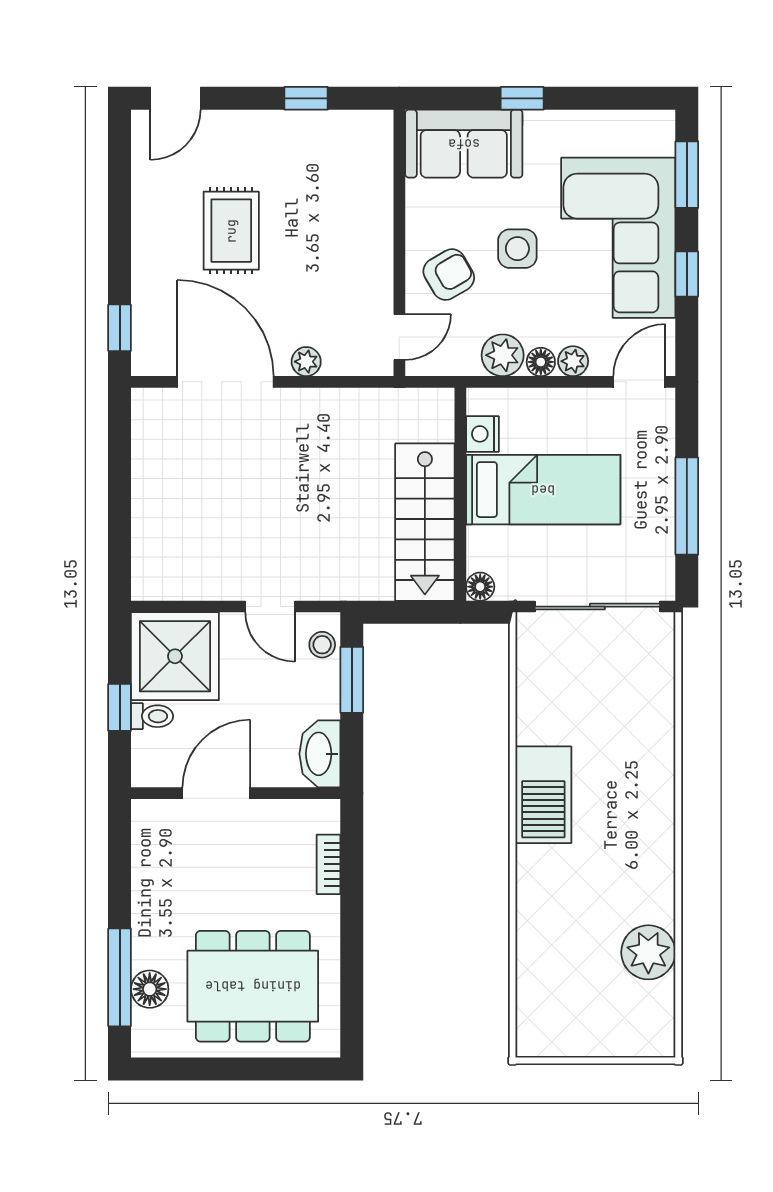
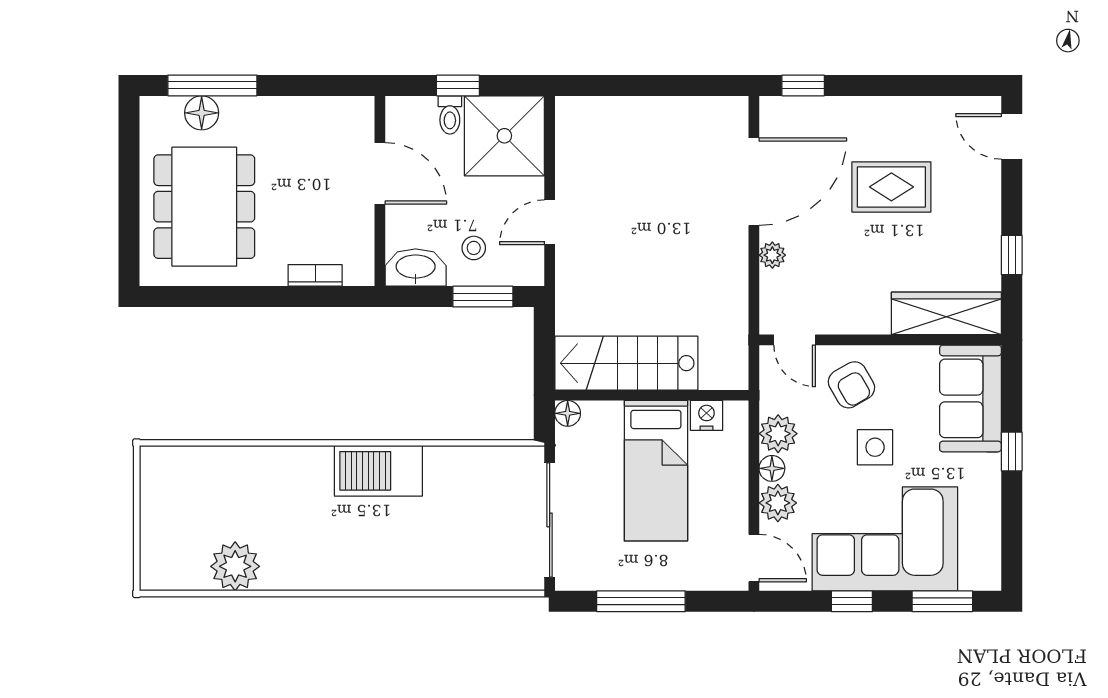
wardrobe: (370, 170) -> (946, 313), added
plant: (573, 361) -> (778, 503), width x1.38, depth x1.38
stool: (322, 645) -> (474, 248), moved

